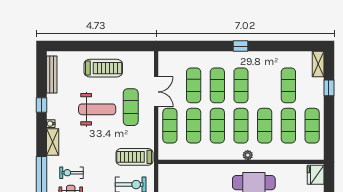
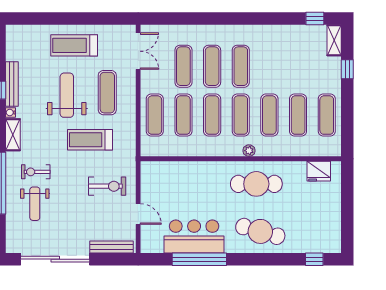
window: (240, 46) -> (315, 19), moved
treadmill: (103, 68) -> (74, 45), turned 180
bench: (52, 75) -> (12, 84), moved
exercise mat: (288, 85) -> (298, 66), removed
double door: (156, 92) -> (138, 51), moved
weight bench: (97, 109) -> (67, 95), turned -90
treadmill: (135, 157) -> (90, 140), moved
fridge: (316, 175) -> (319, 171), moved, turned -90

